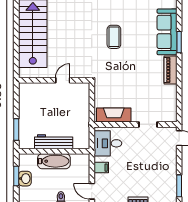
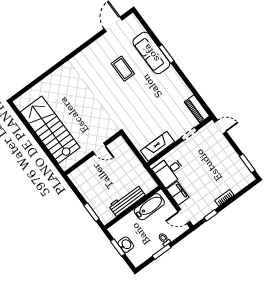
coffee table: (114, 37) -> (123, 69), moved
piano: (171, 70) -> (197, 109), moved
door: (63, 80) -> (99, 148), swing flipped
bathtub: (54, 161) -> (149, 207), moved
filing cabinet: (101, 168) -> (178, 193), width x2.00

